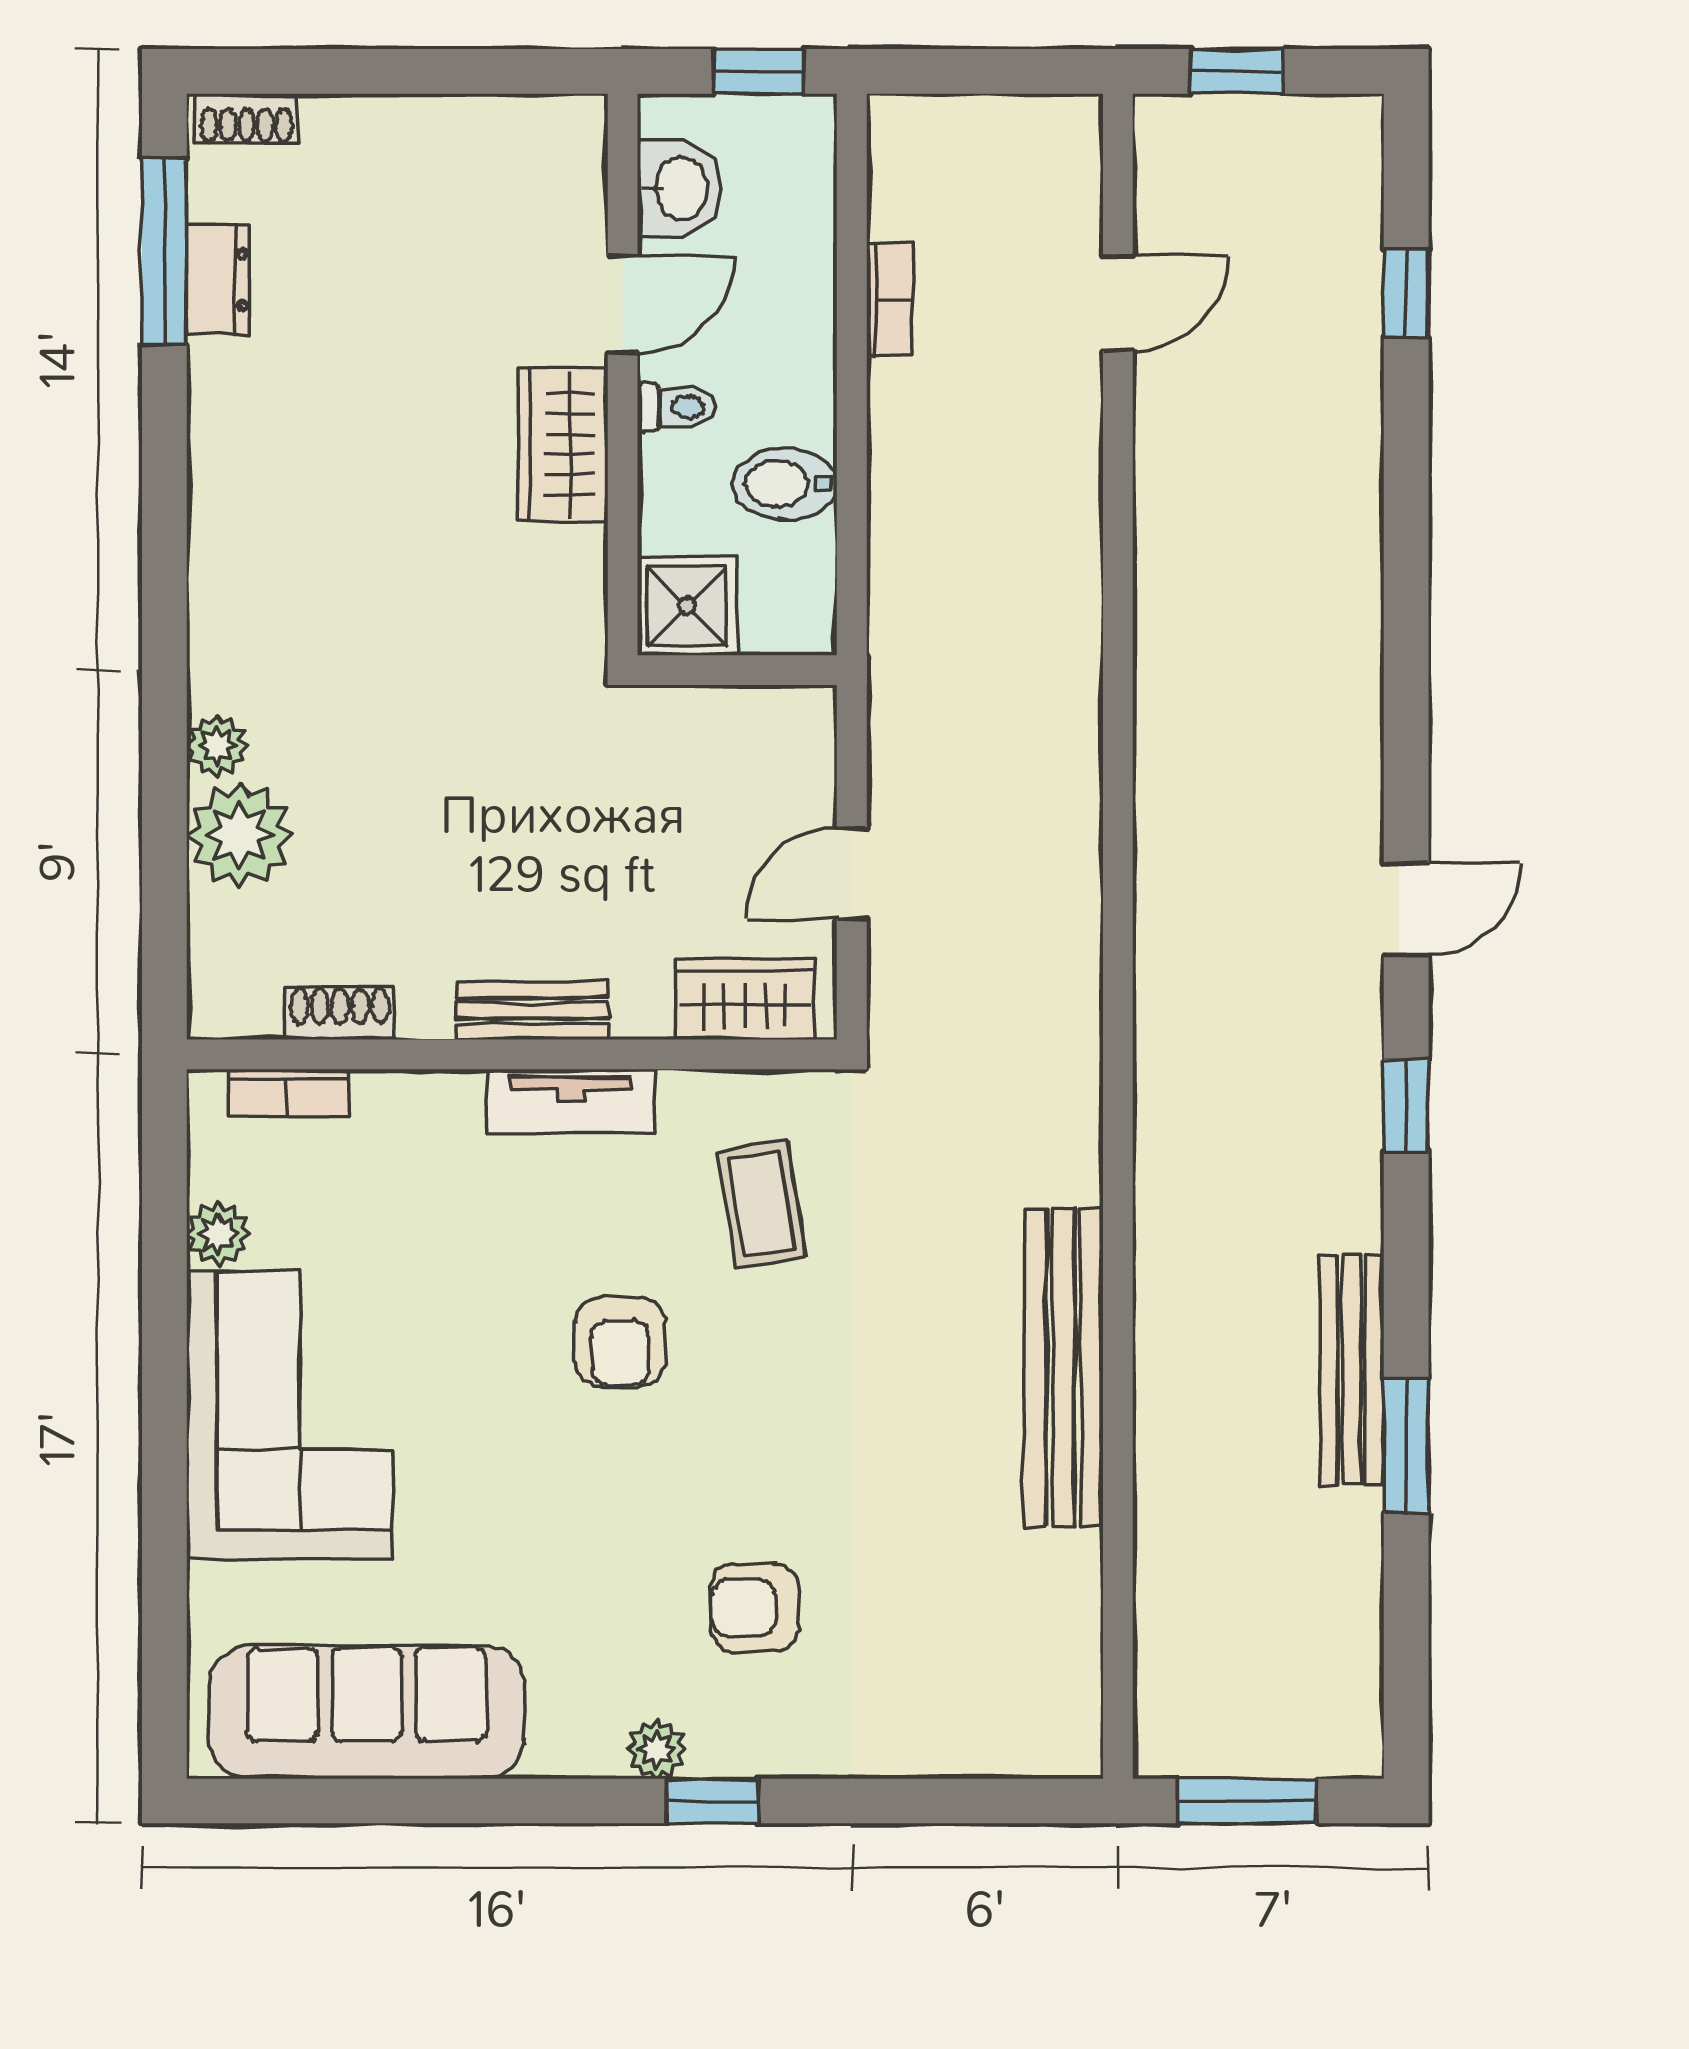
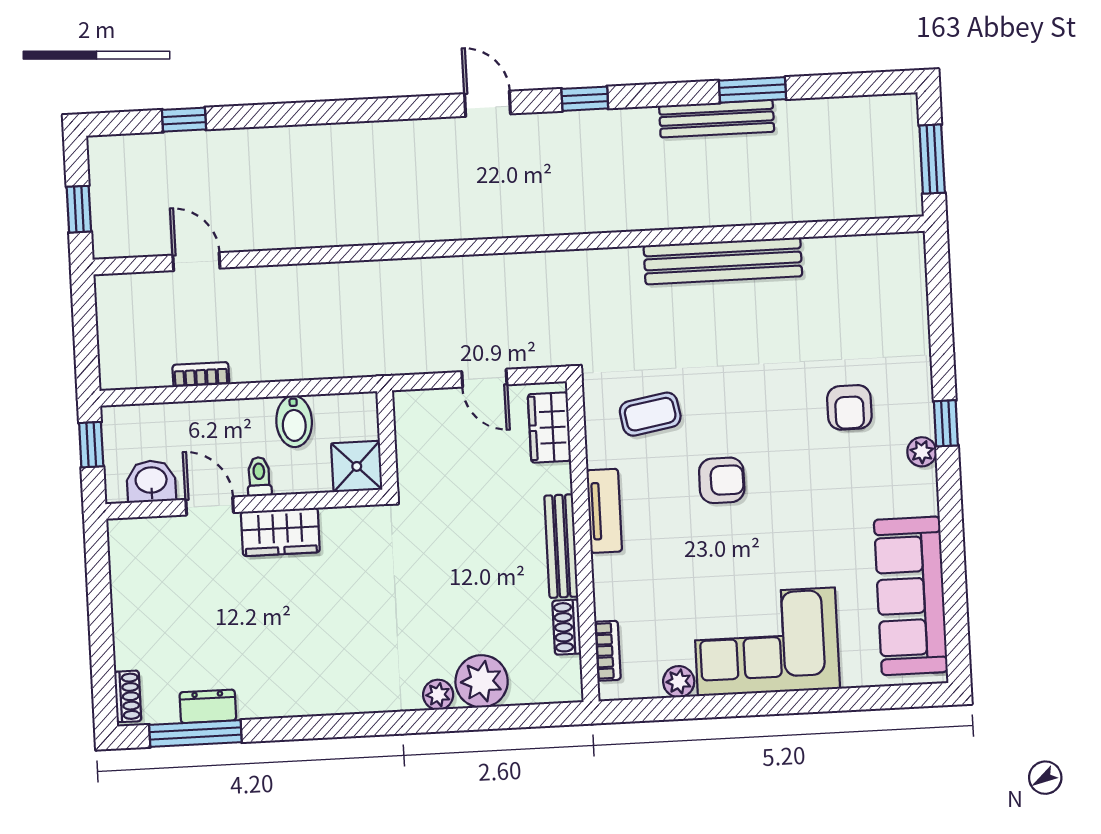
bench: (532, 1011) -> (561, 546), width x1.36

